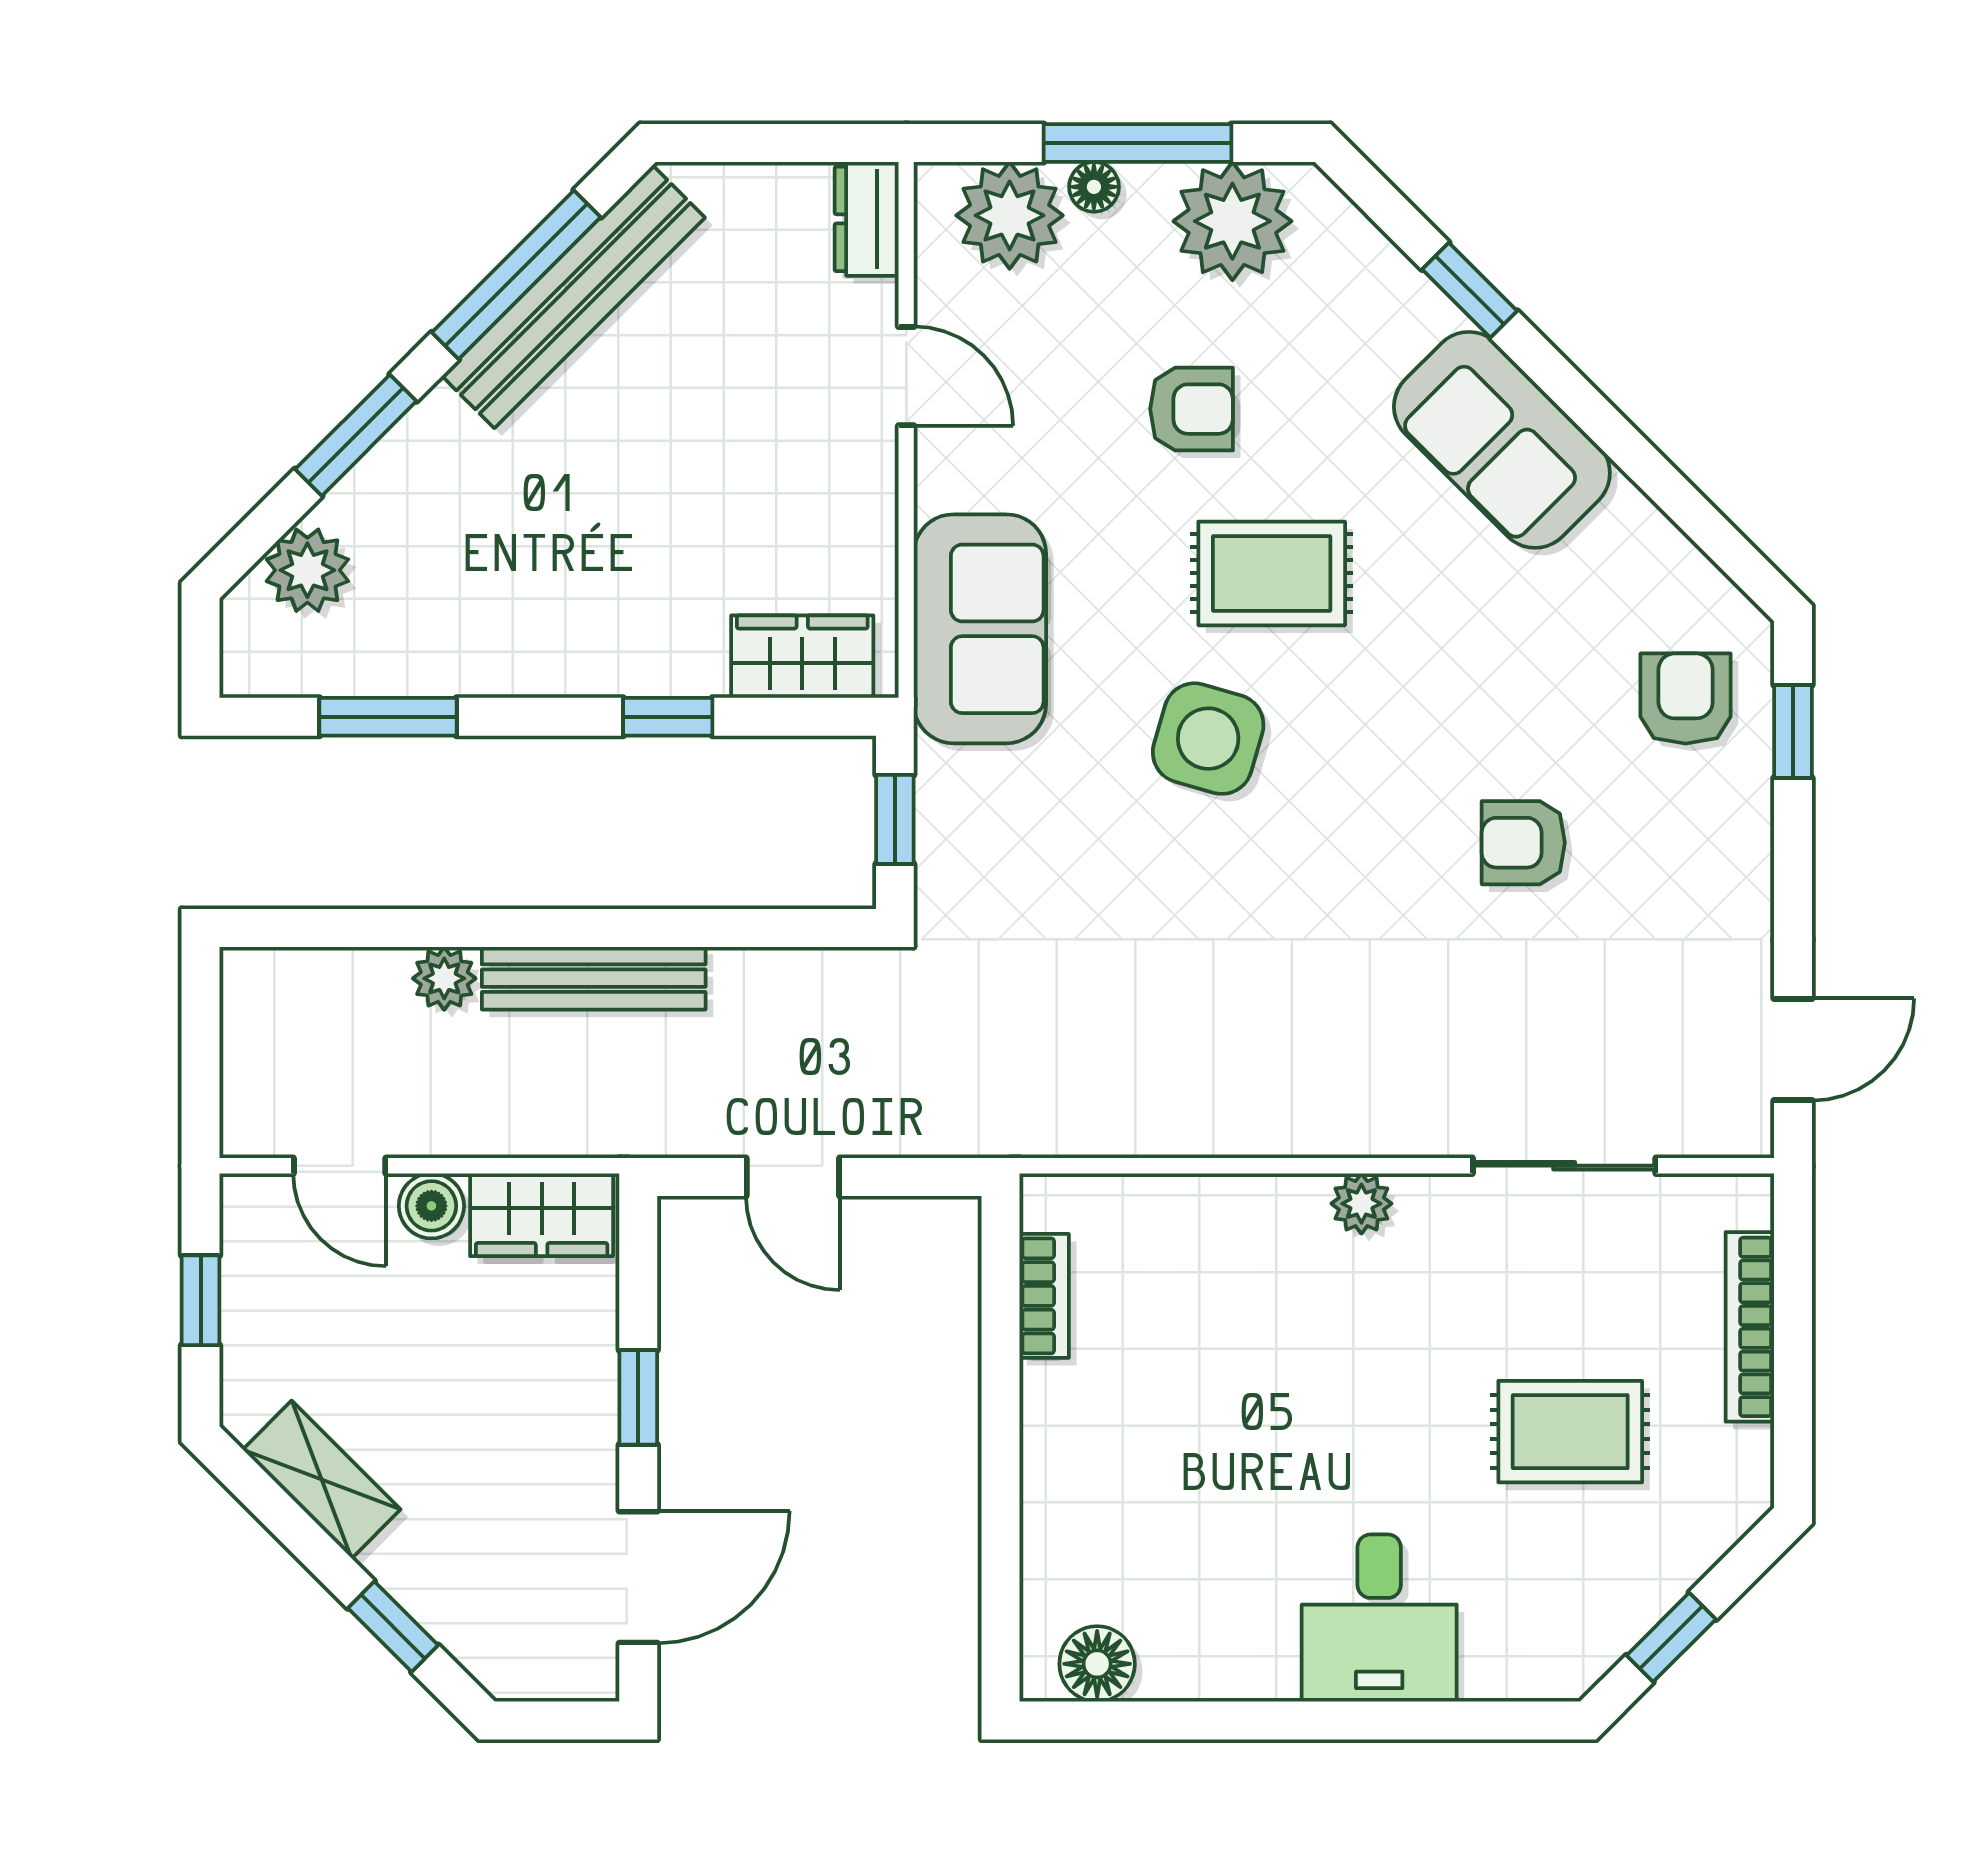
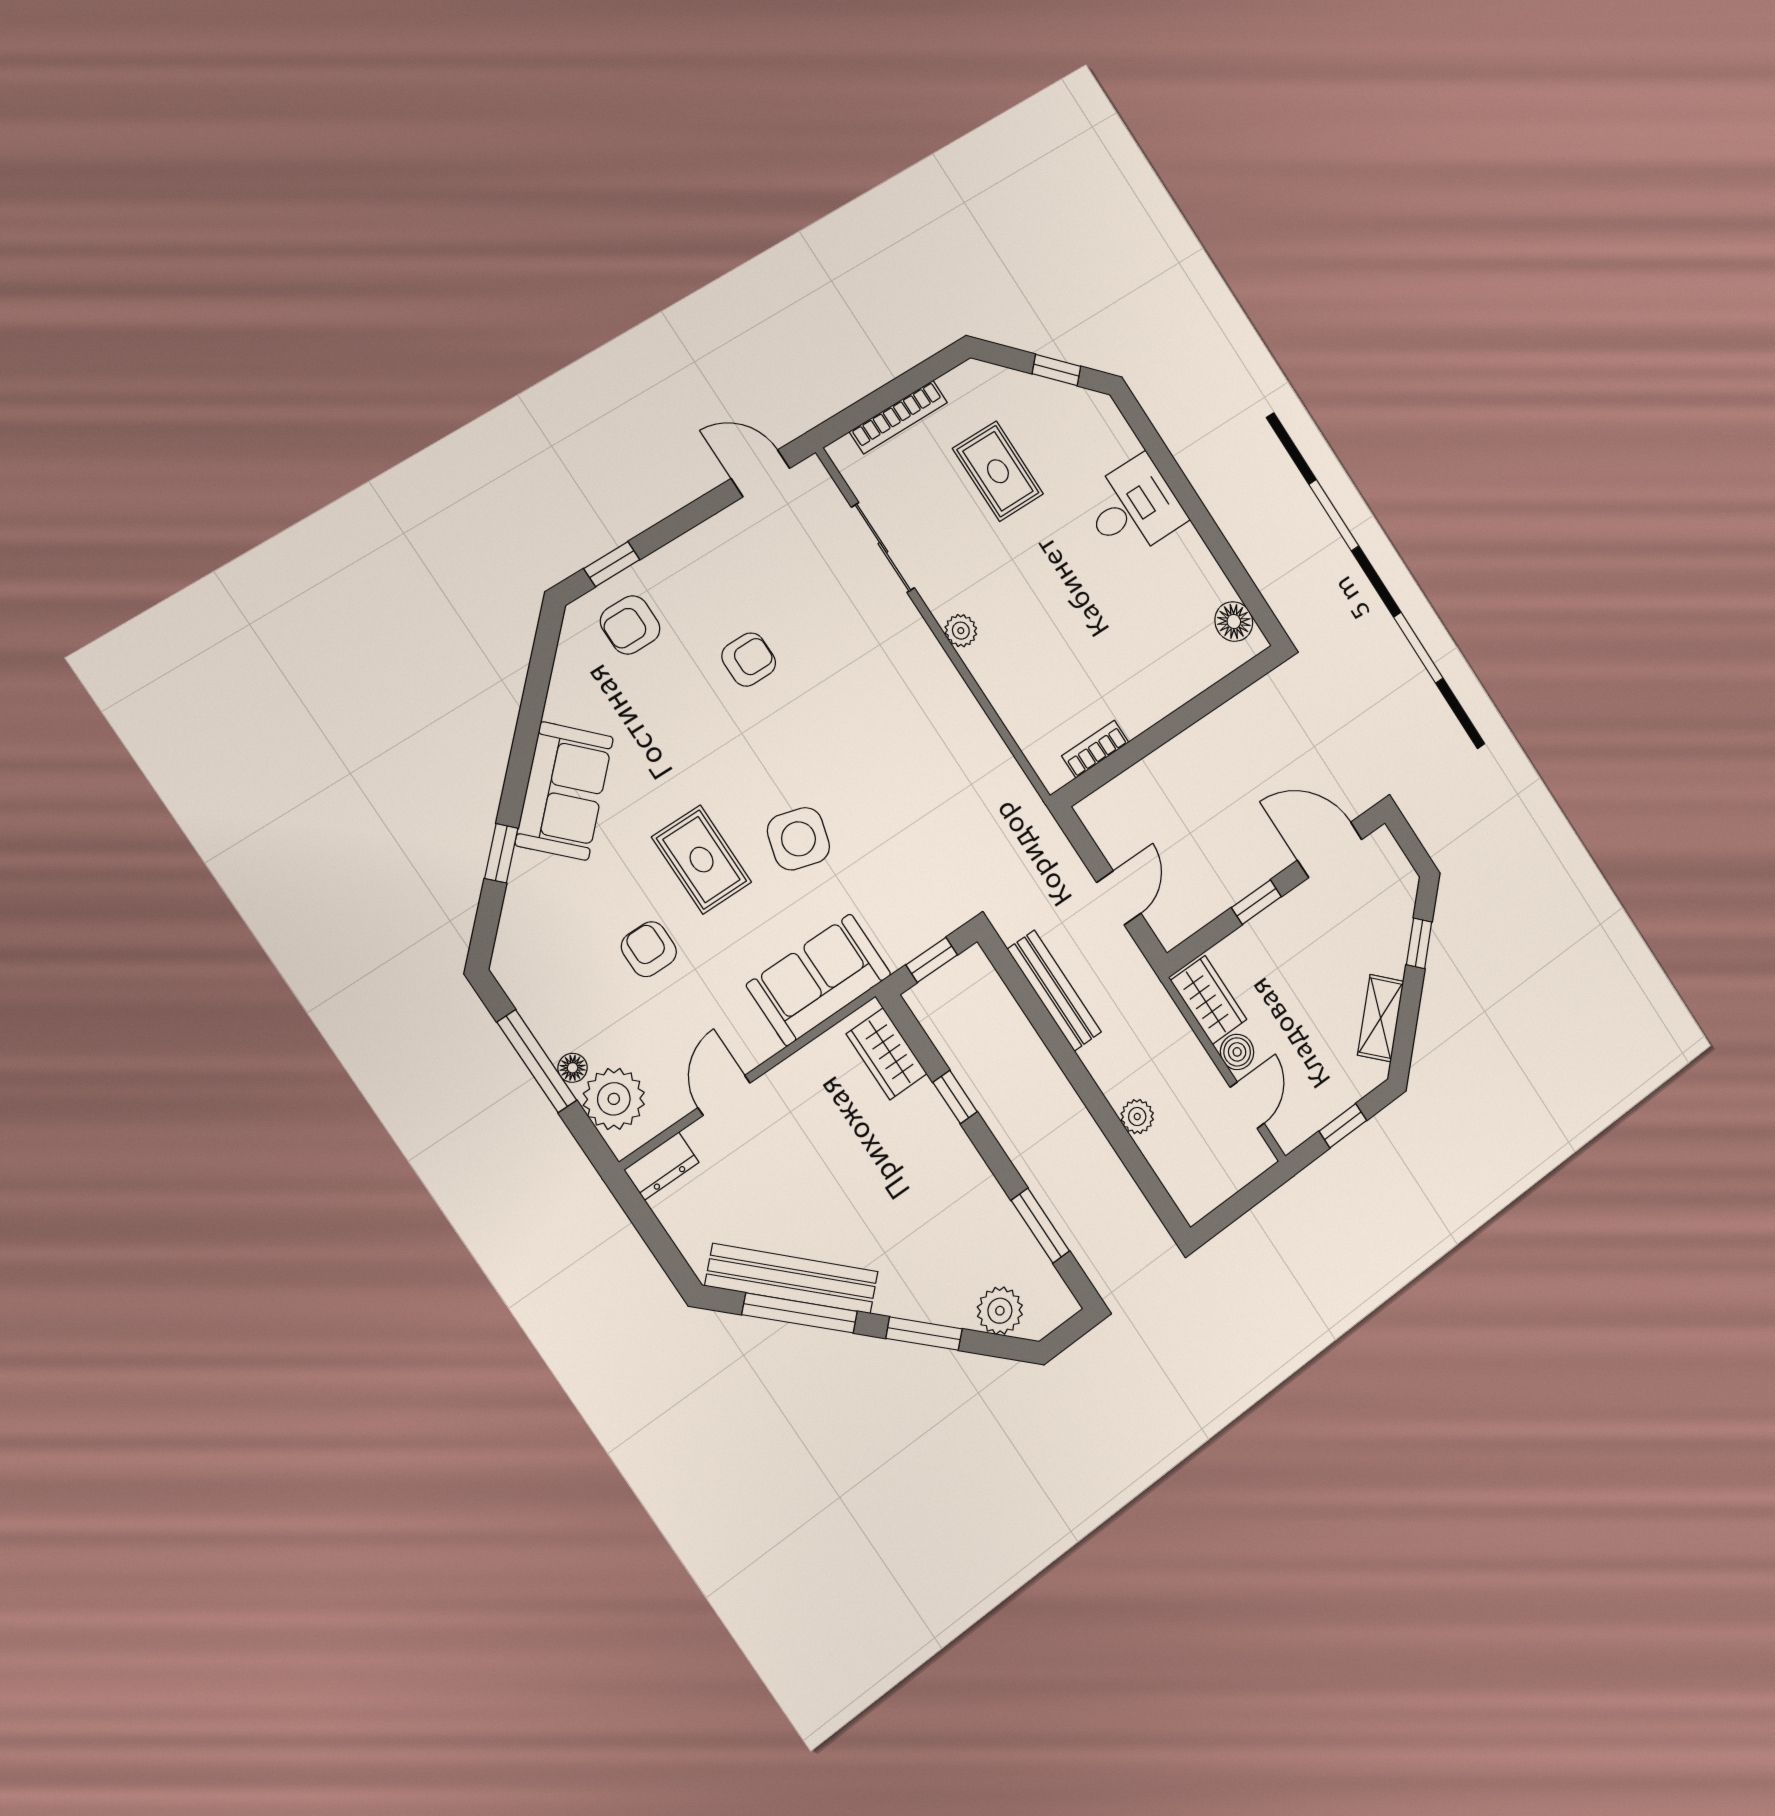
plant: (1232, 221) -> (544, 990), removed
armchair: (1523, 843) -> (749, 660), turned -90
bench: (594, 978) -> (1054, 991), moved

